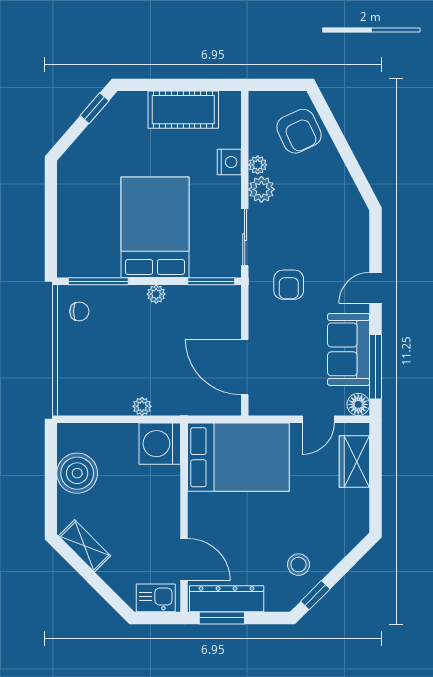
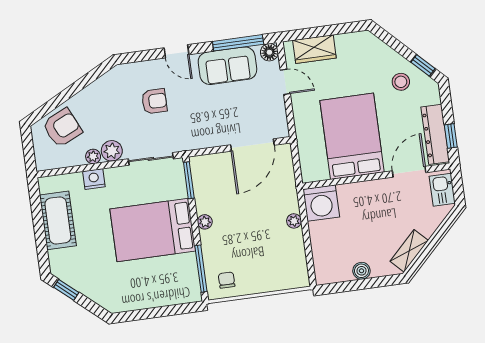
armchair: (289, 285) -> (154, 101), moved
bed: (238, 457) -> (352, 136), moved
boiler: (77, 473) -> (361, 271), width x0.54, depth x0.54
window: (222, 618) -> (451, 136), width x0.67

